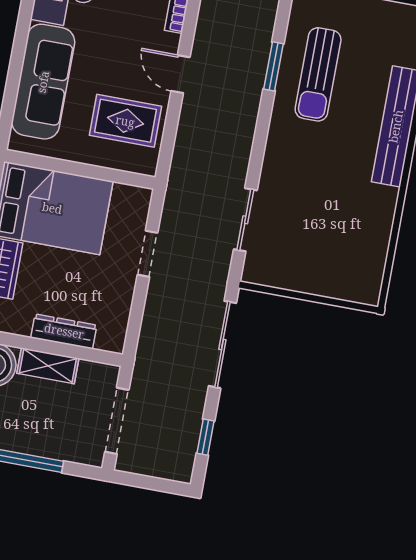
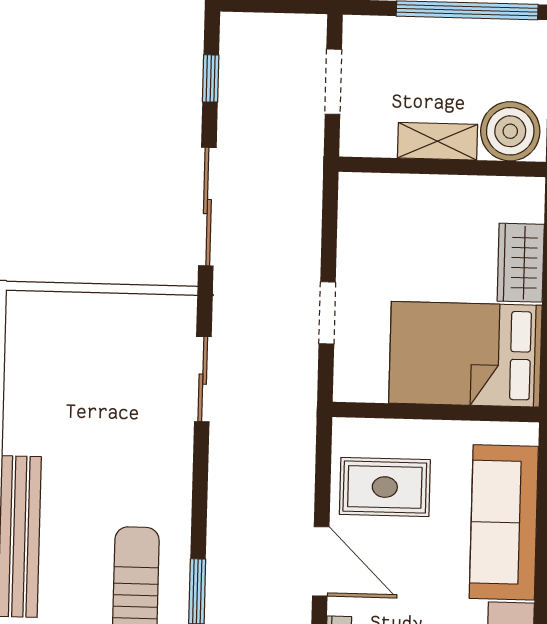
door: (180, 74) -> (321, 561), width x1.38
dresser: (64, 331) -> (423, 191), removed
doorway: (117, 421) -> (333, 82), width x0.73

